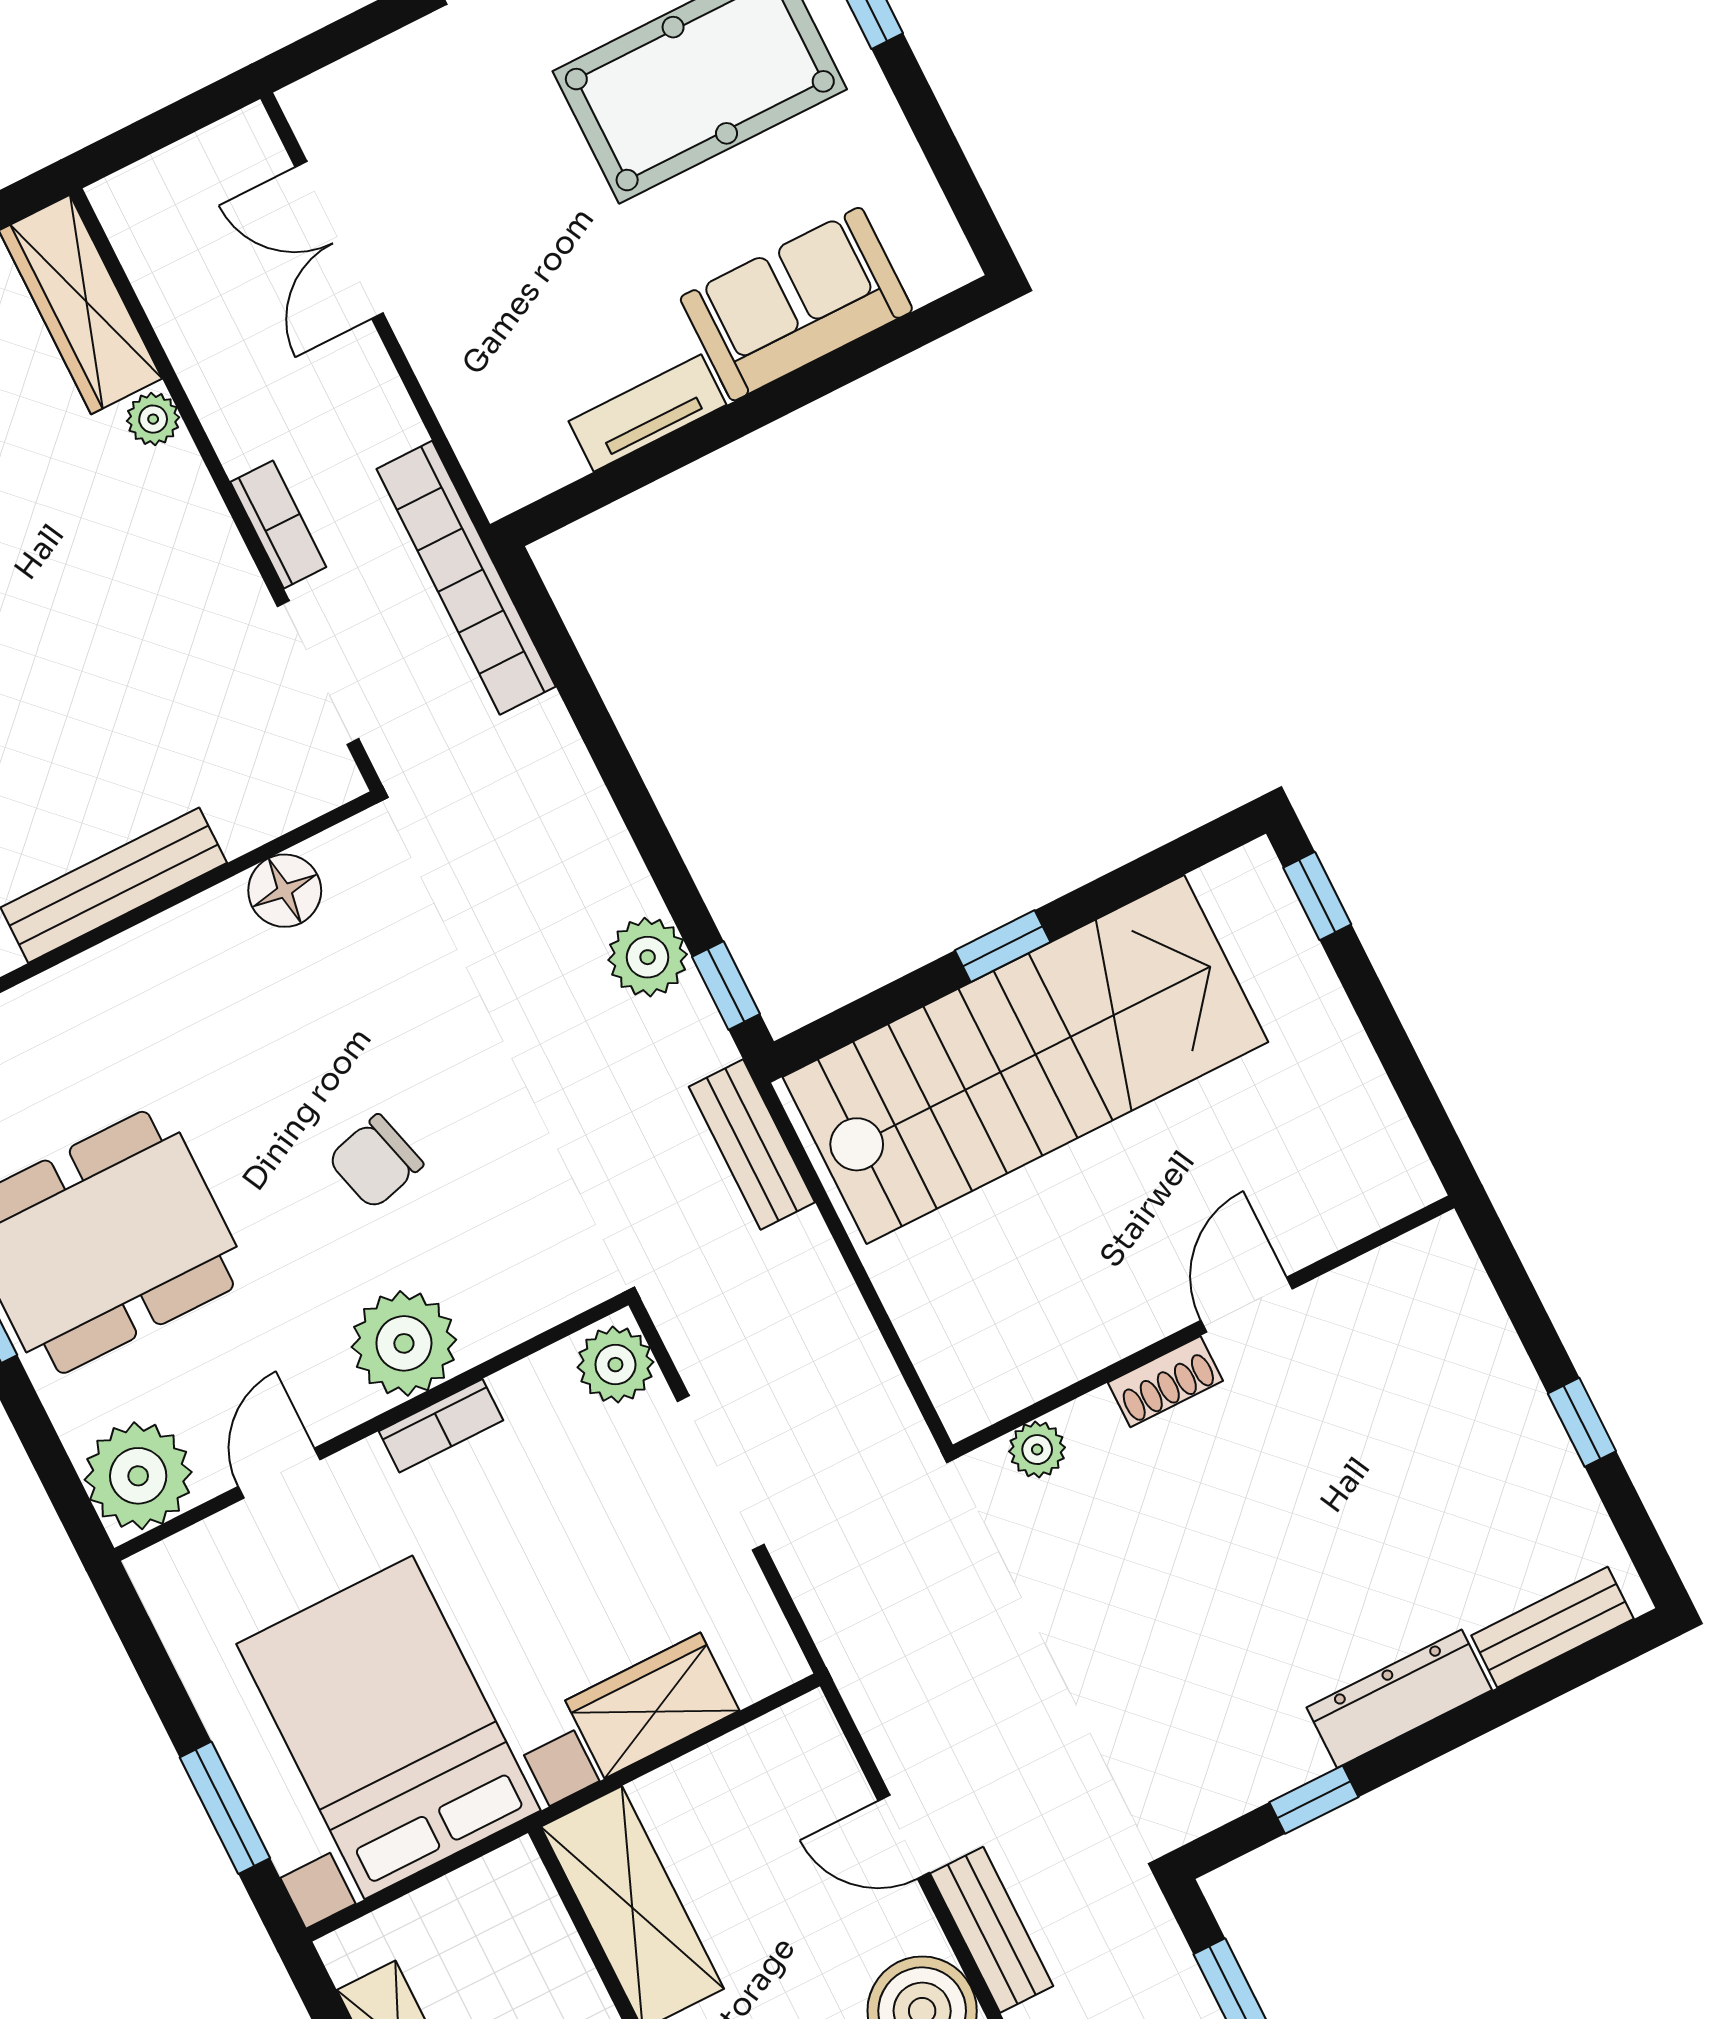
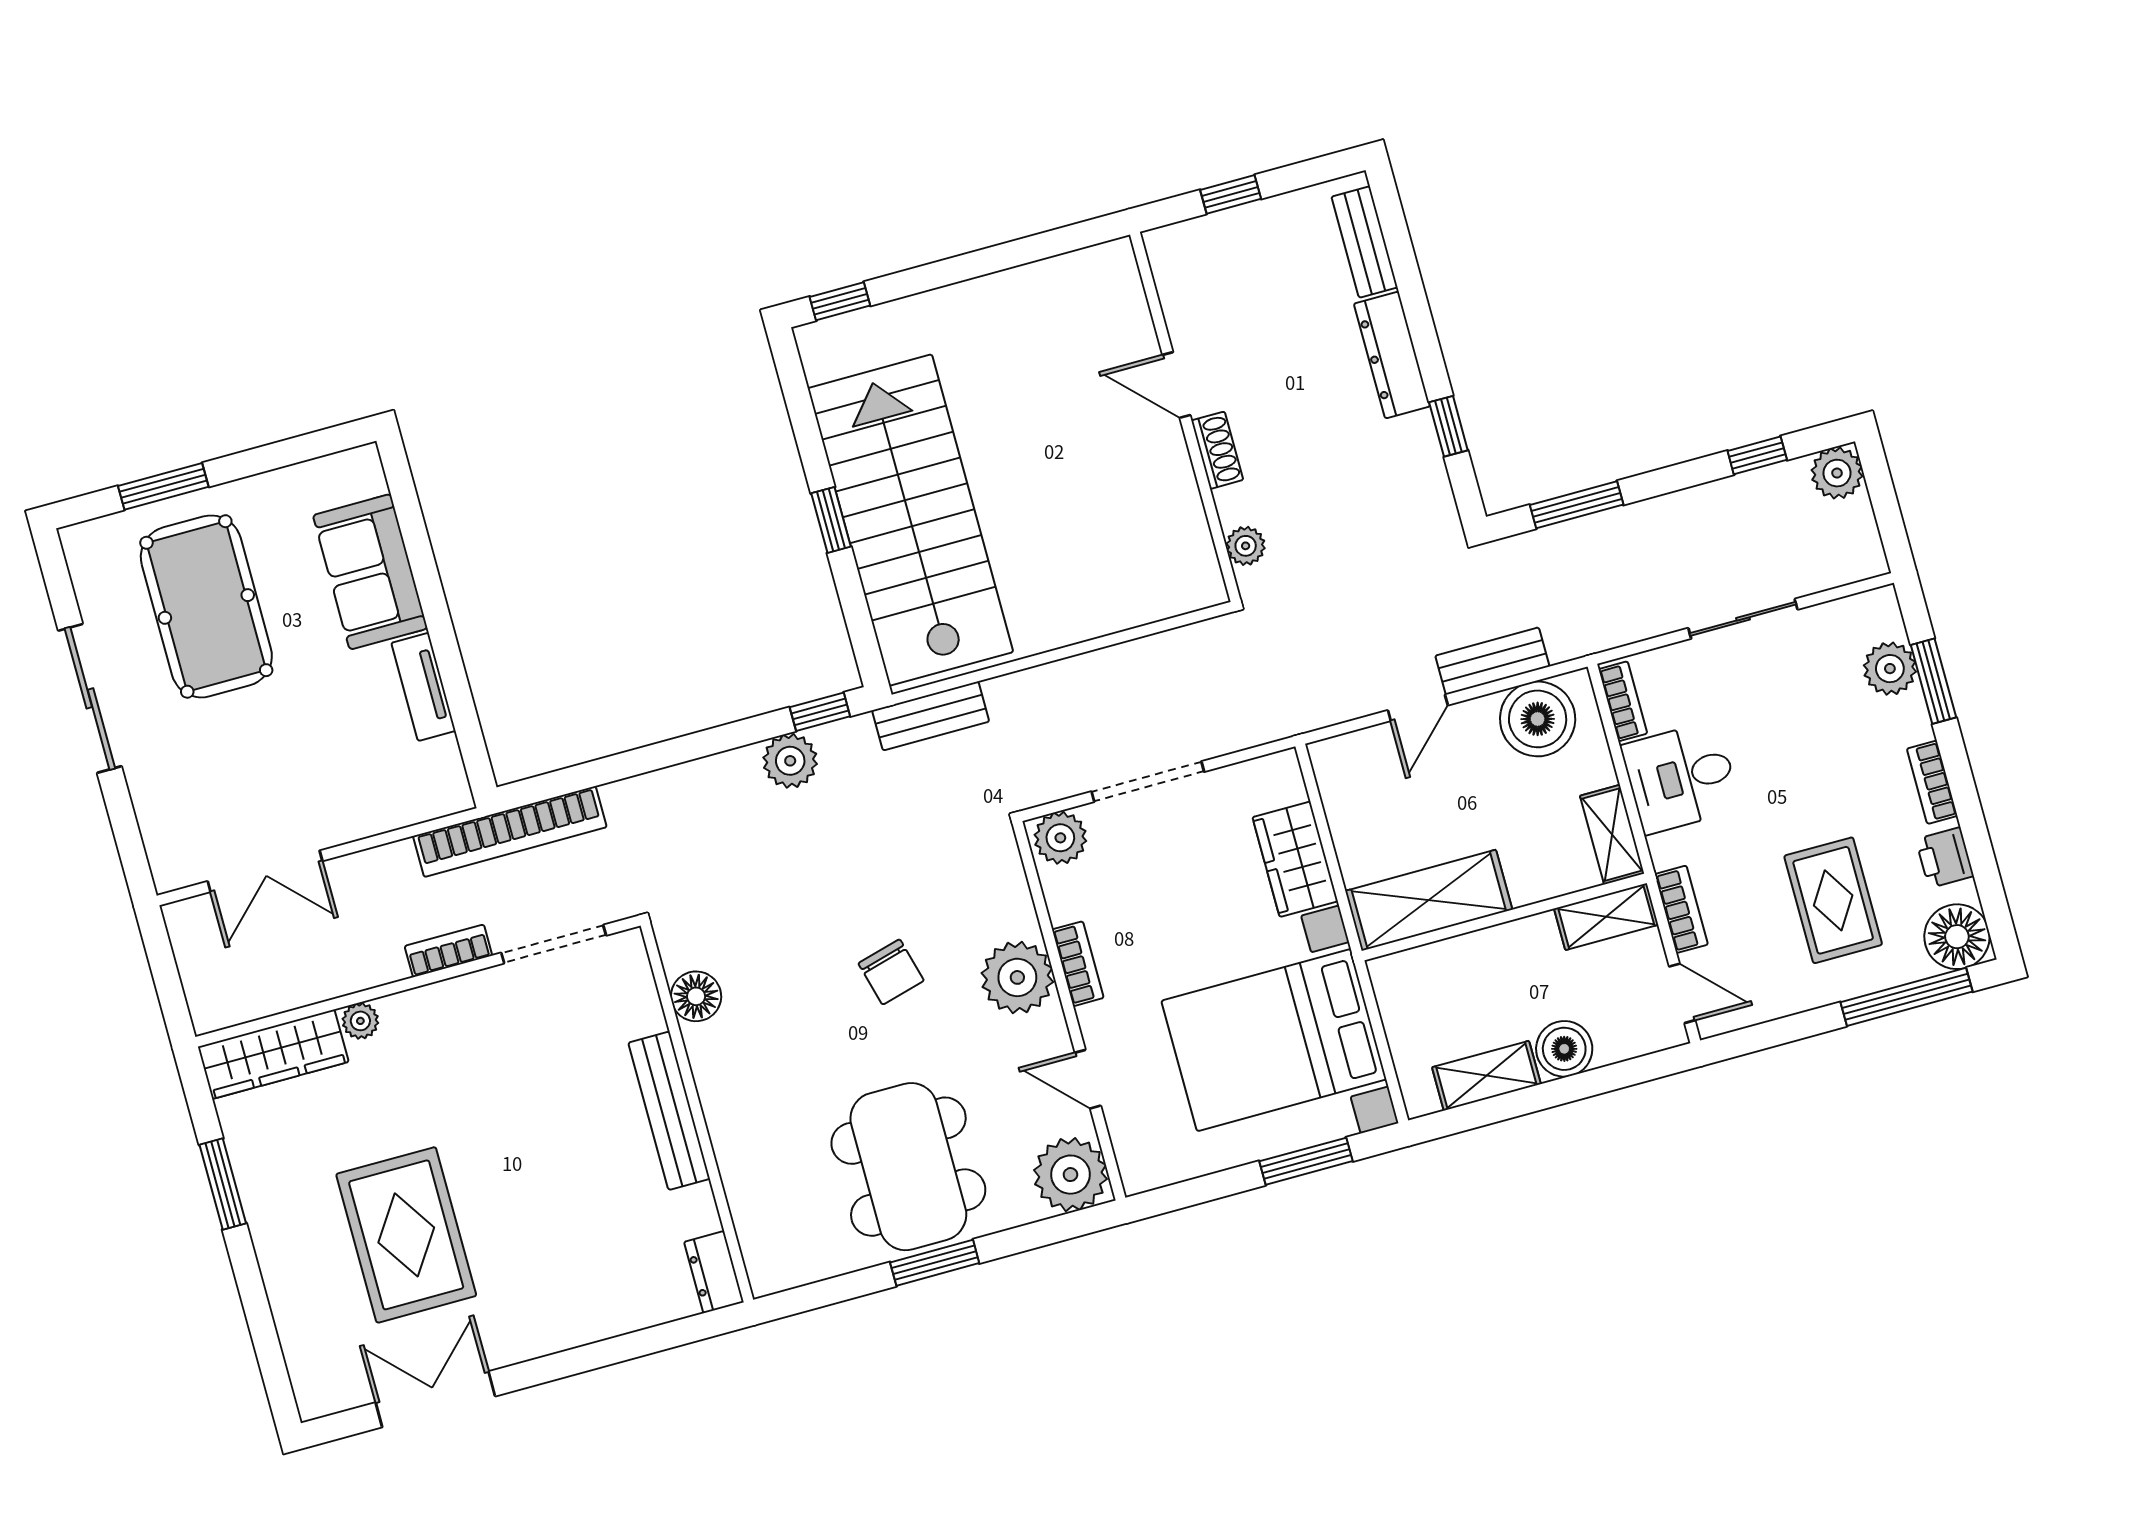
door: (1247, 1305) -> (1176, 385), moved
wall: (1204, 1326) -> (1185, 417), moved
shoe rack: (1165, 1382) -> (1217, 450), moved
plant: (1037, 1450) -> (1246, 546), moved

